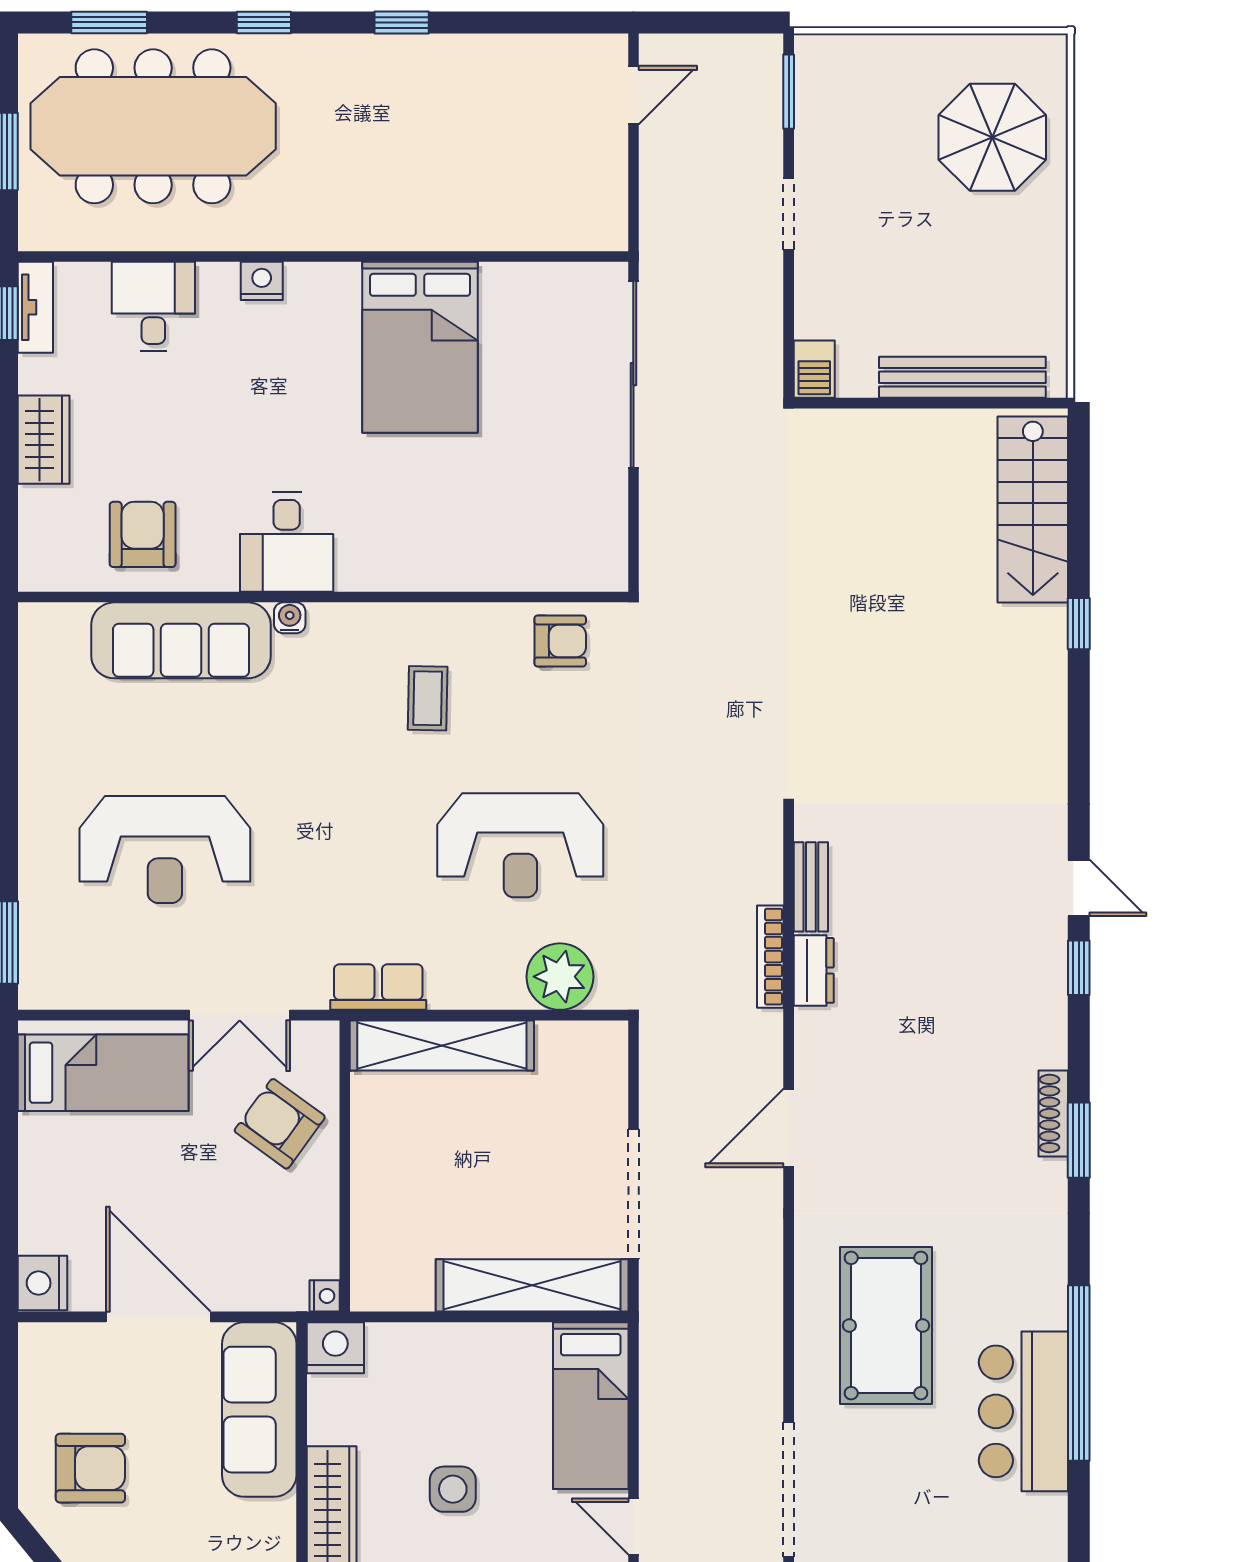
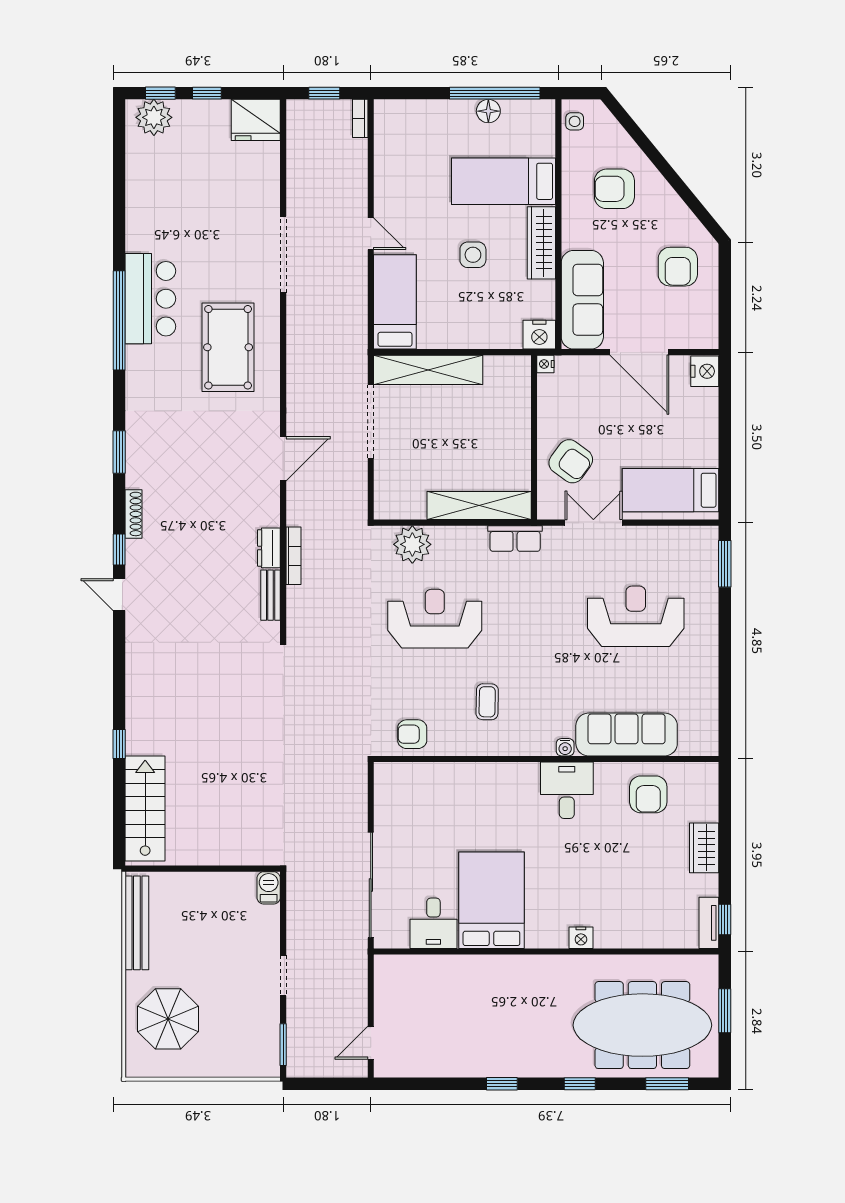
desk: (153, 306) -> (433, 923), moved
bench: (962, 377) -> (137, 923), moved, turned 90
shoe rack: (1053, 1114) -> (134, 514), moved
armchair: (90, 1468) -> (678, 267), turned -90

